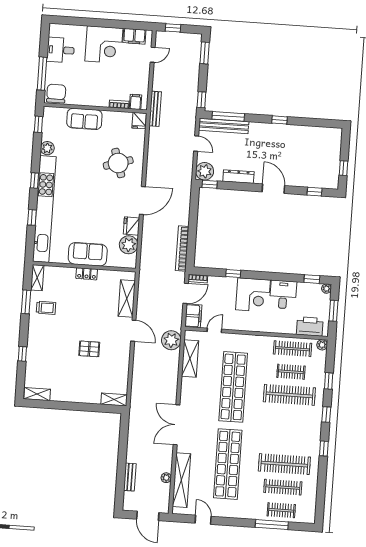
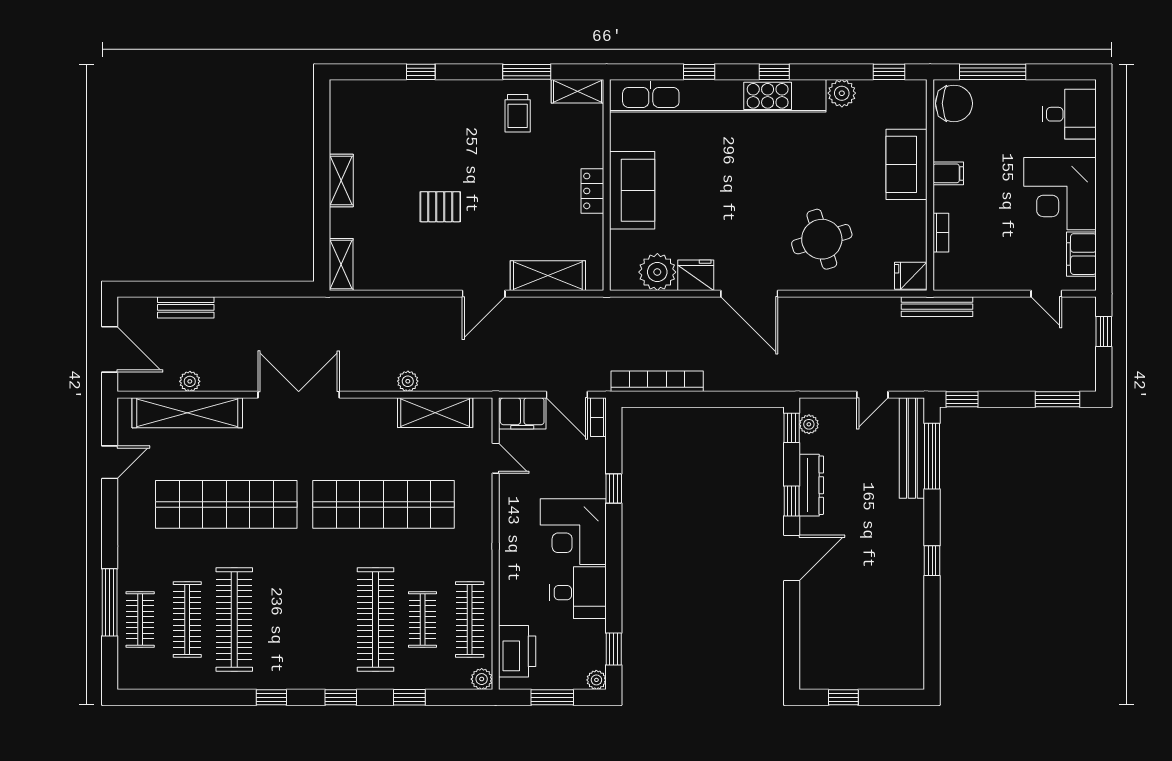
desk: (61, 50) -> (1069, 114), moved, turned 90
filing cabinet: (135, 102) -> (948, 173), moved
plant: (205, 171) -> (809, 424), width x0.53, depth x0.53
window: (314, 192) -> (792, 501), moved
plant: (171, 340) -> (408, 381), moved, width x0.53, depth x0.53
pallet: (89, 349) -> (440, 207), turned 90
shelving: (37, 394) -> (341, 180), moved
door: (148, 516) -> (110, 349), swing flipped

